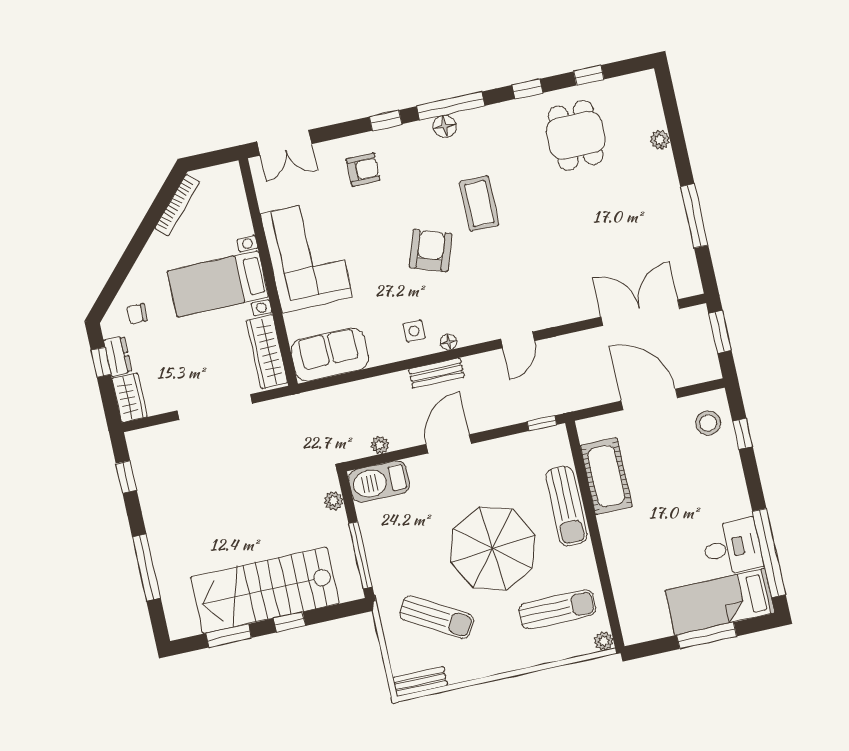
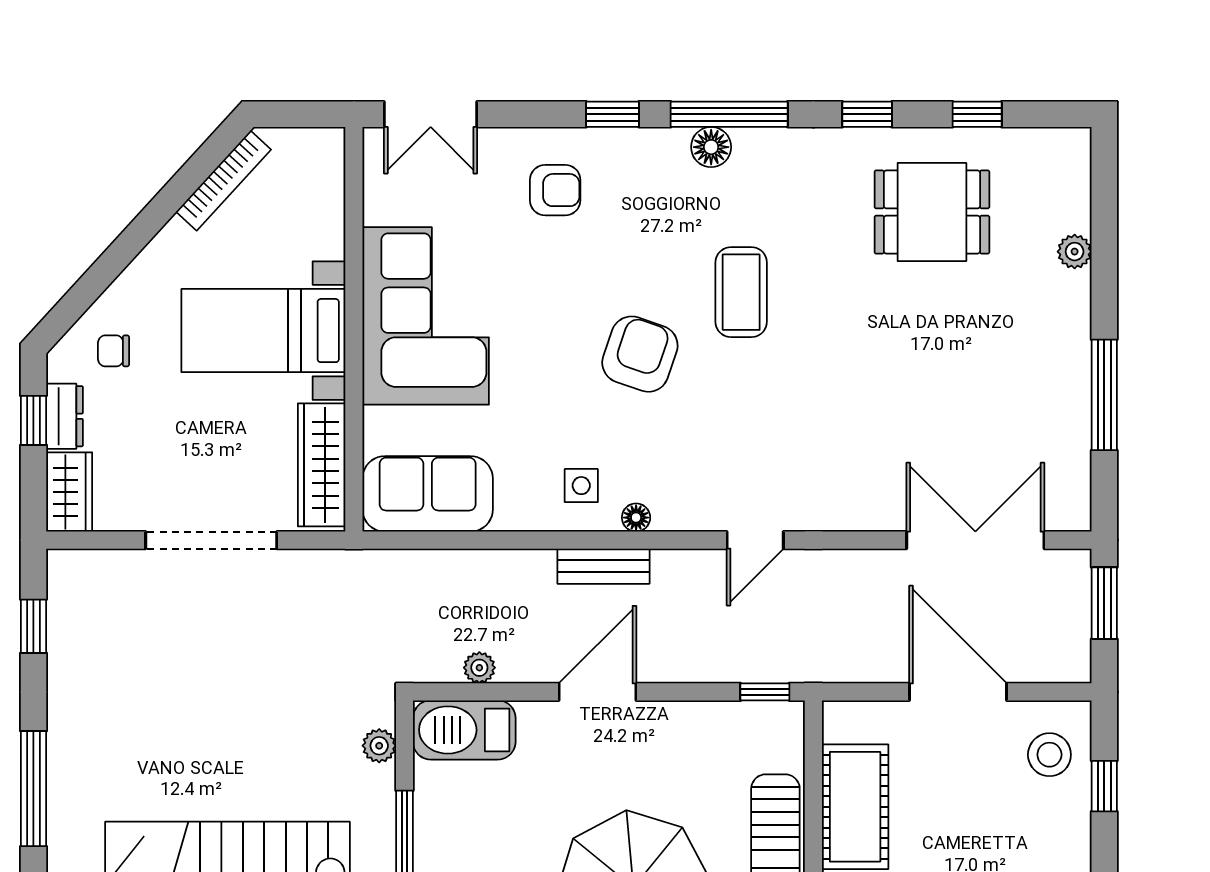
dining table: (576, 135) -> (932, 212), turned 90

